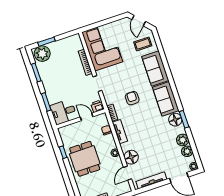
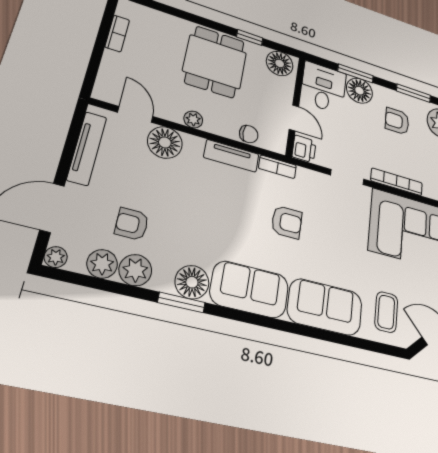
armchair: (56, 74) -> (397, 121), added
floor lamp: (53, 96) -> (359, 91), added
door: (87, 117) -> (294, 118), hinge flipped
floor lamp: (66, 135) -> (280, 63), added
armchair: (168, 150) -> (132, 224), added
dining table: (85, 159) -> (215, 62), turned 90

